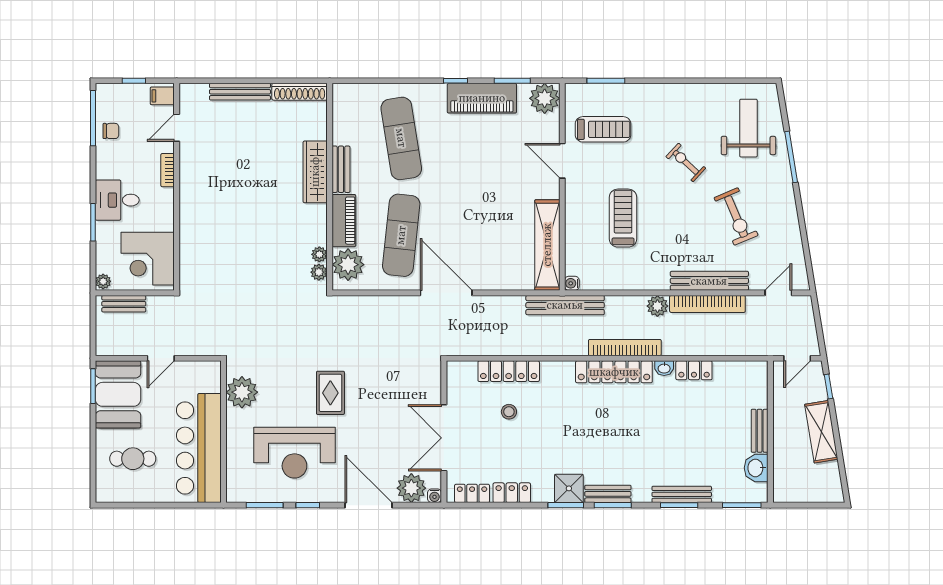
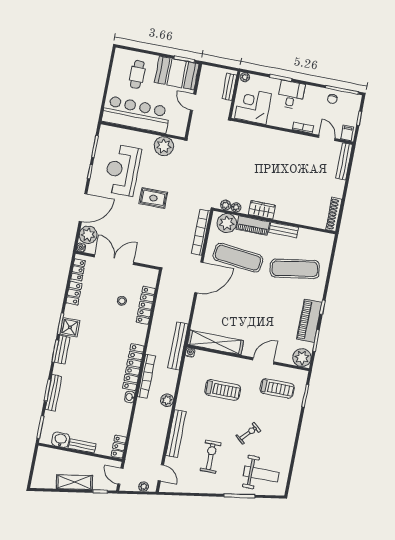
bench: (240, 92) -> (344, 161), moved
treadmill: (603, 129) -> (277, 388), turned -90
wardrobe: (315, 172) -> (262, 210), moved, width x0.67
exercise bike: (736, 217) -> (211, 457), turned 113
bookcase: (707, 304) -> (201, 232), moved
plant: (807, 317) -> (144, 487), added
locker: (694, 370) -> (119, 447), moved

